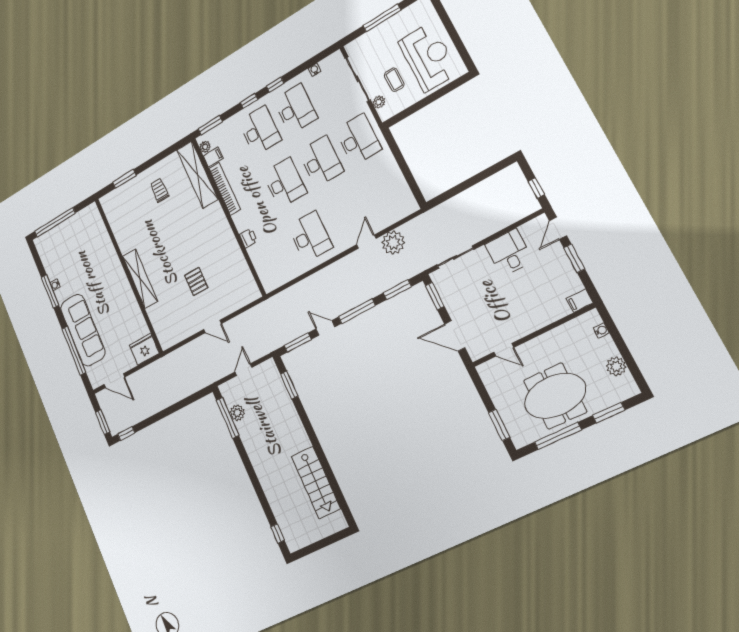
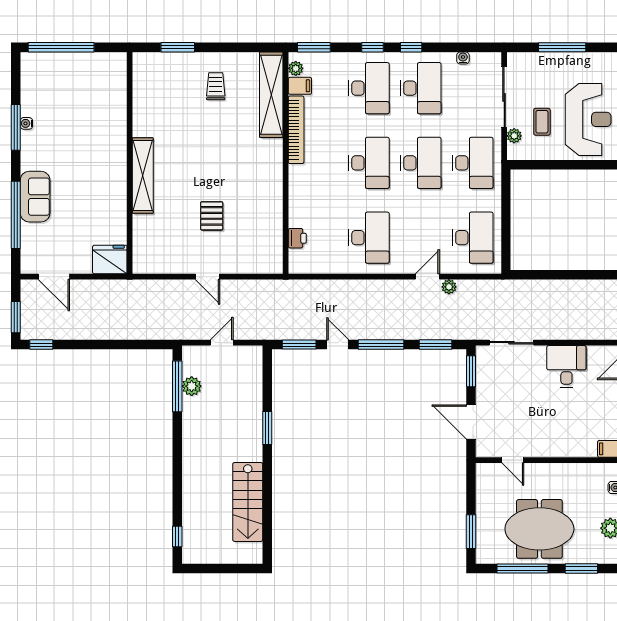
desk: (386, 194) -> (473, 238), added
printer: (248, 238) -> (297, 238), moved
plant: (393, 243) -> (449, 287), width x0.53, depth x0.53
sofa: (83, 330) -> (35, 197), width x0.54, depth x0.79
window: (289, 385) -> (267, 428), moved

